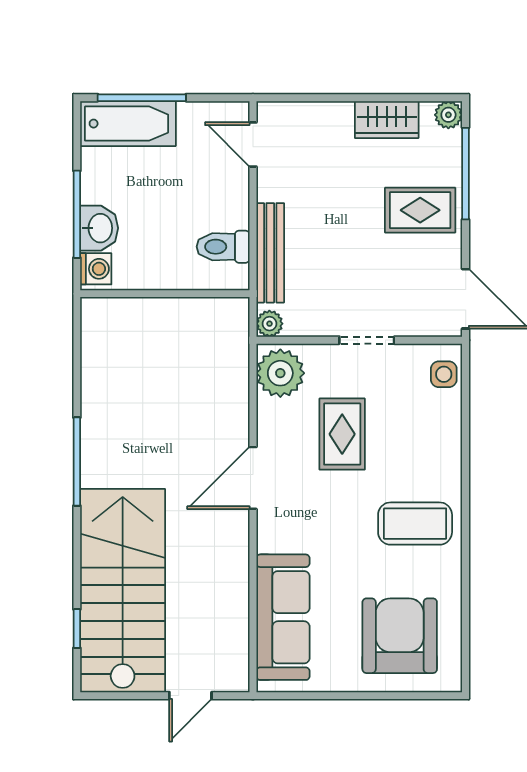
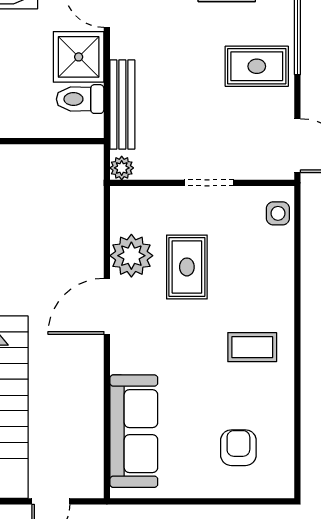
shower: (221, 200) -> (79, 57), added
plant: (280, 373) -> (131, 256), moved
coffee table: (415, 524) -> (252, 347), width x0.73, depth x0.77
armchair: (400, 636) -> (238, 448), width x0.53, depth x0.53

